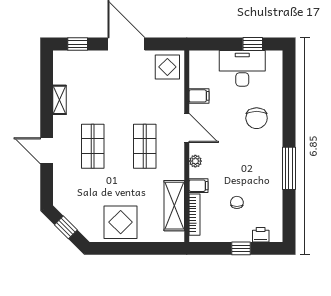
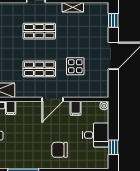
display table: (167, 67) -> (75, 66), moved
desk: (242, 68) -> (96, 135), width x0.73
plant: (195, 161) -> (104, 106), moved

